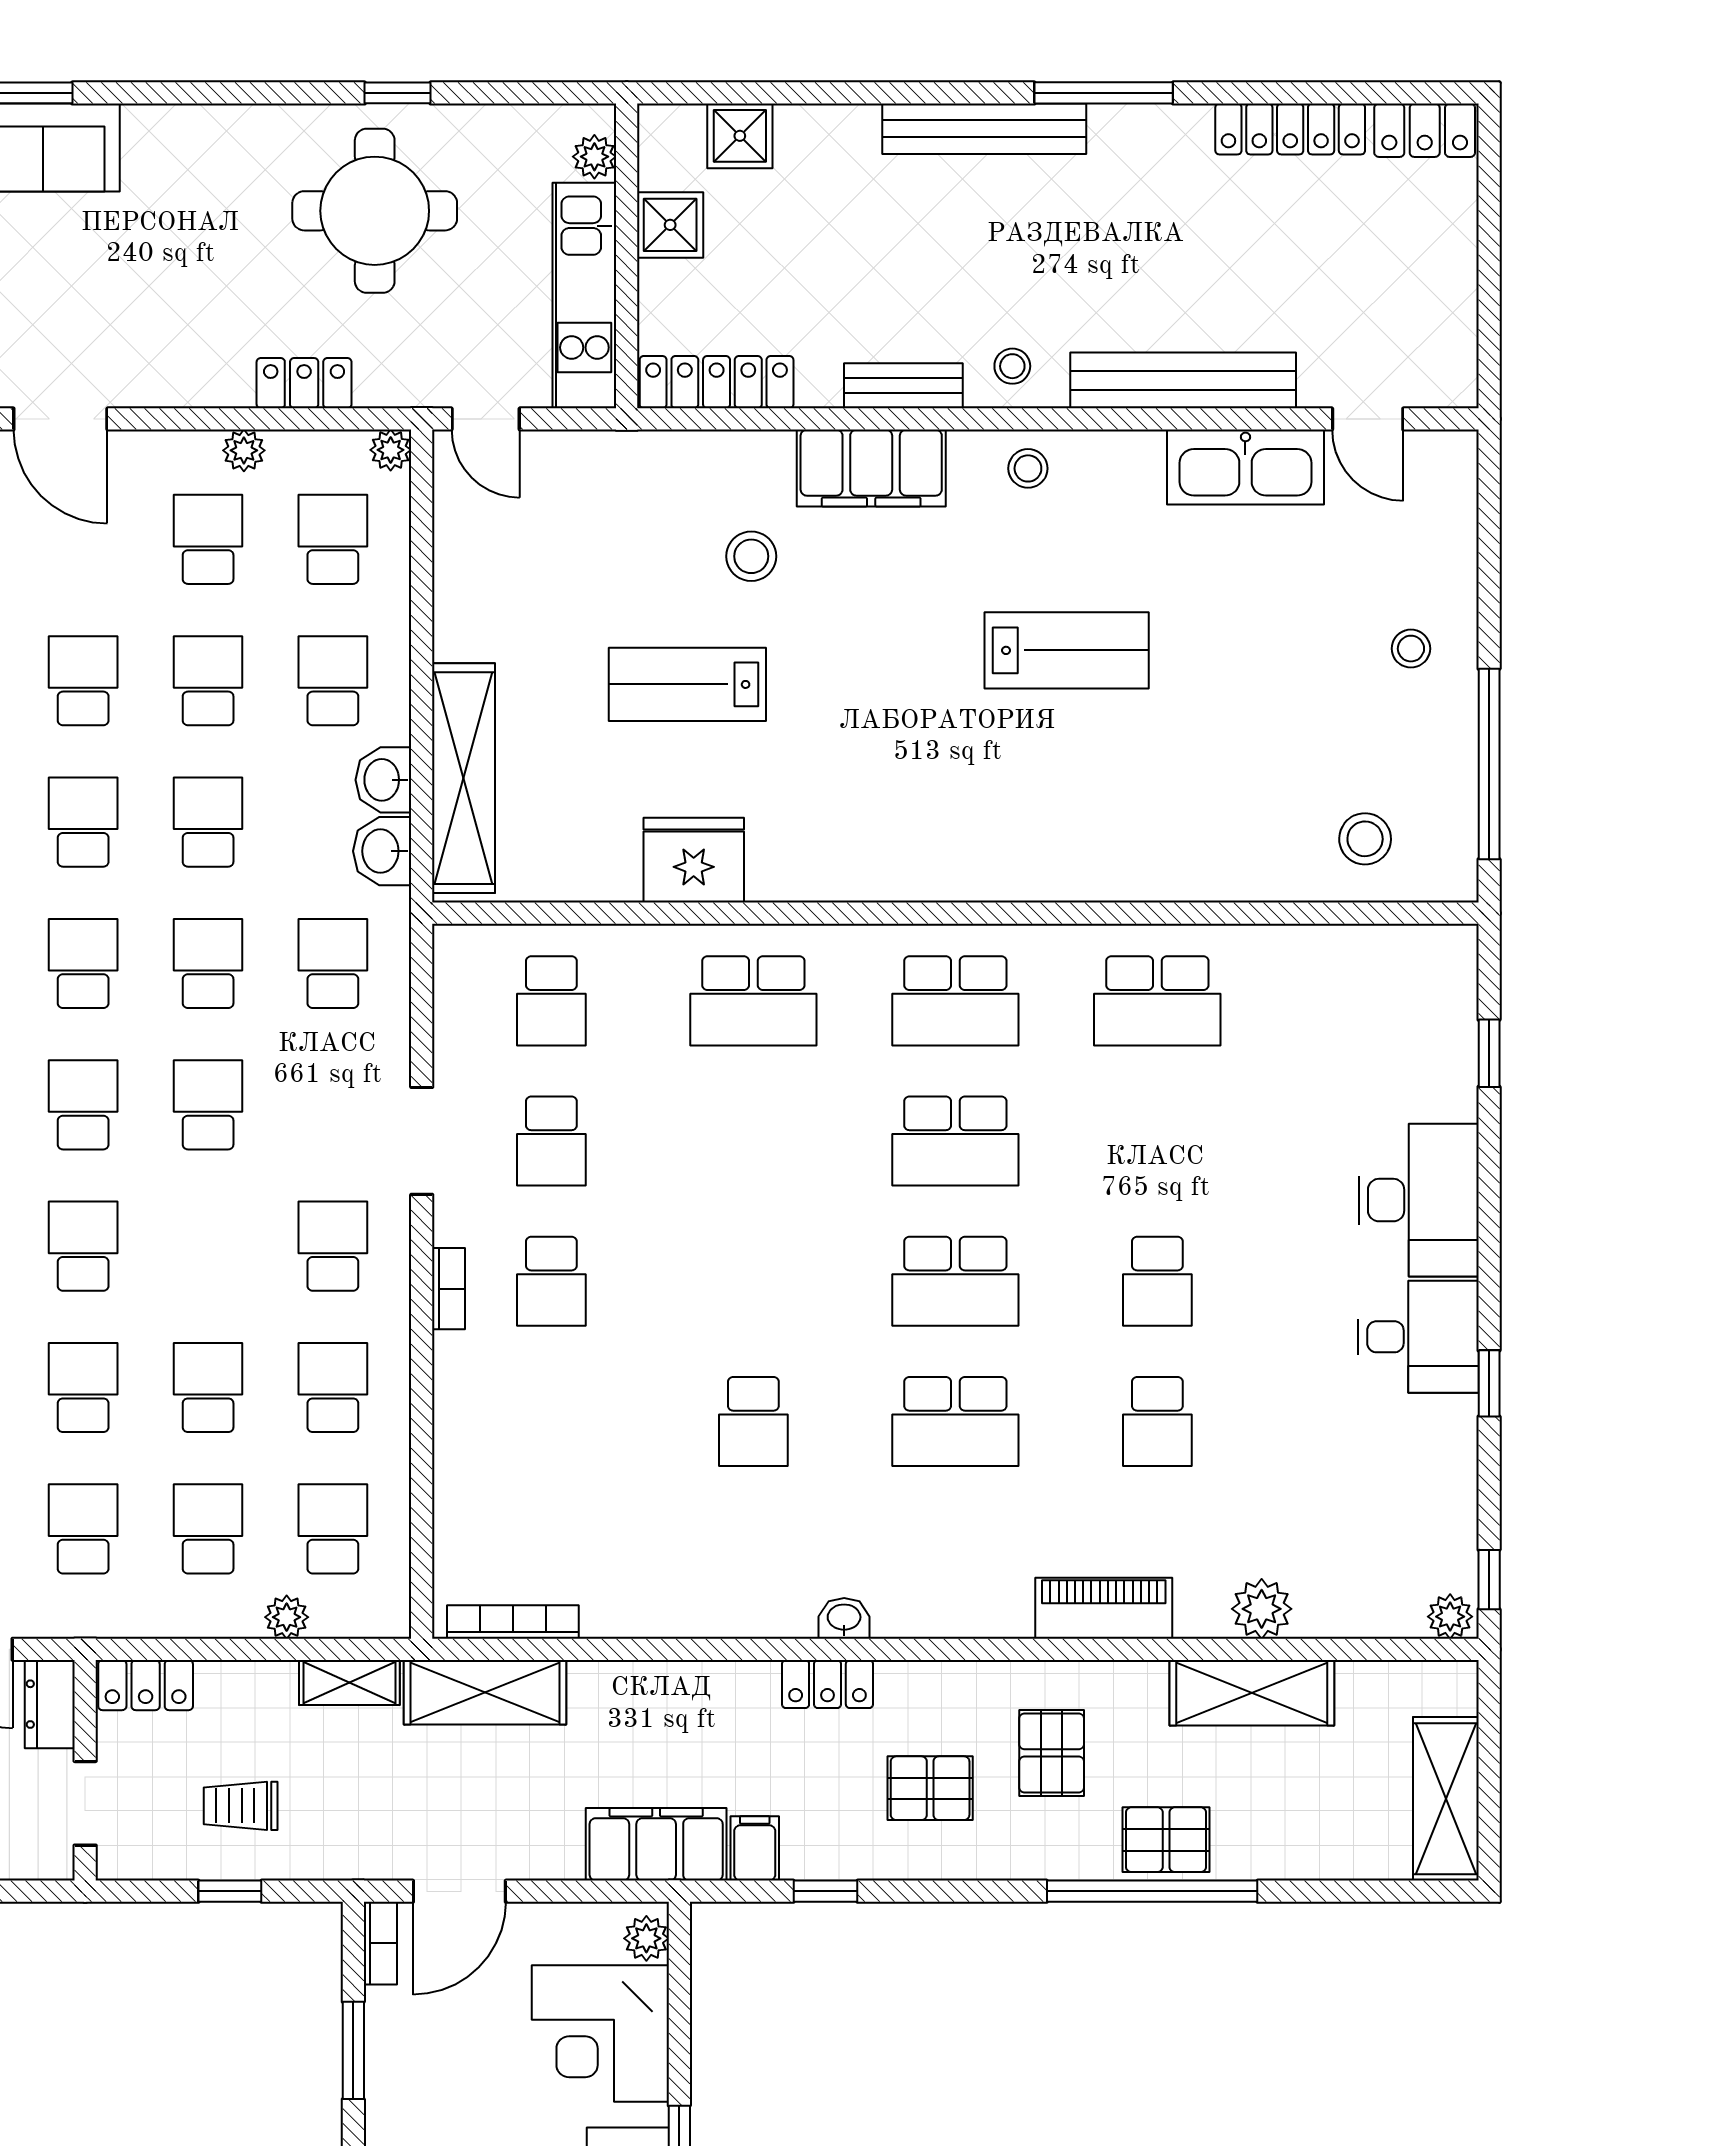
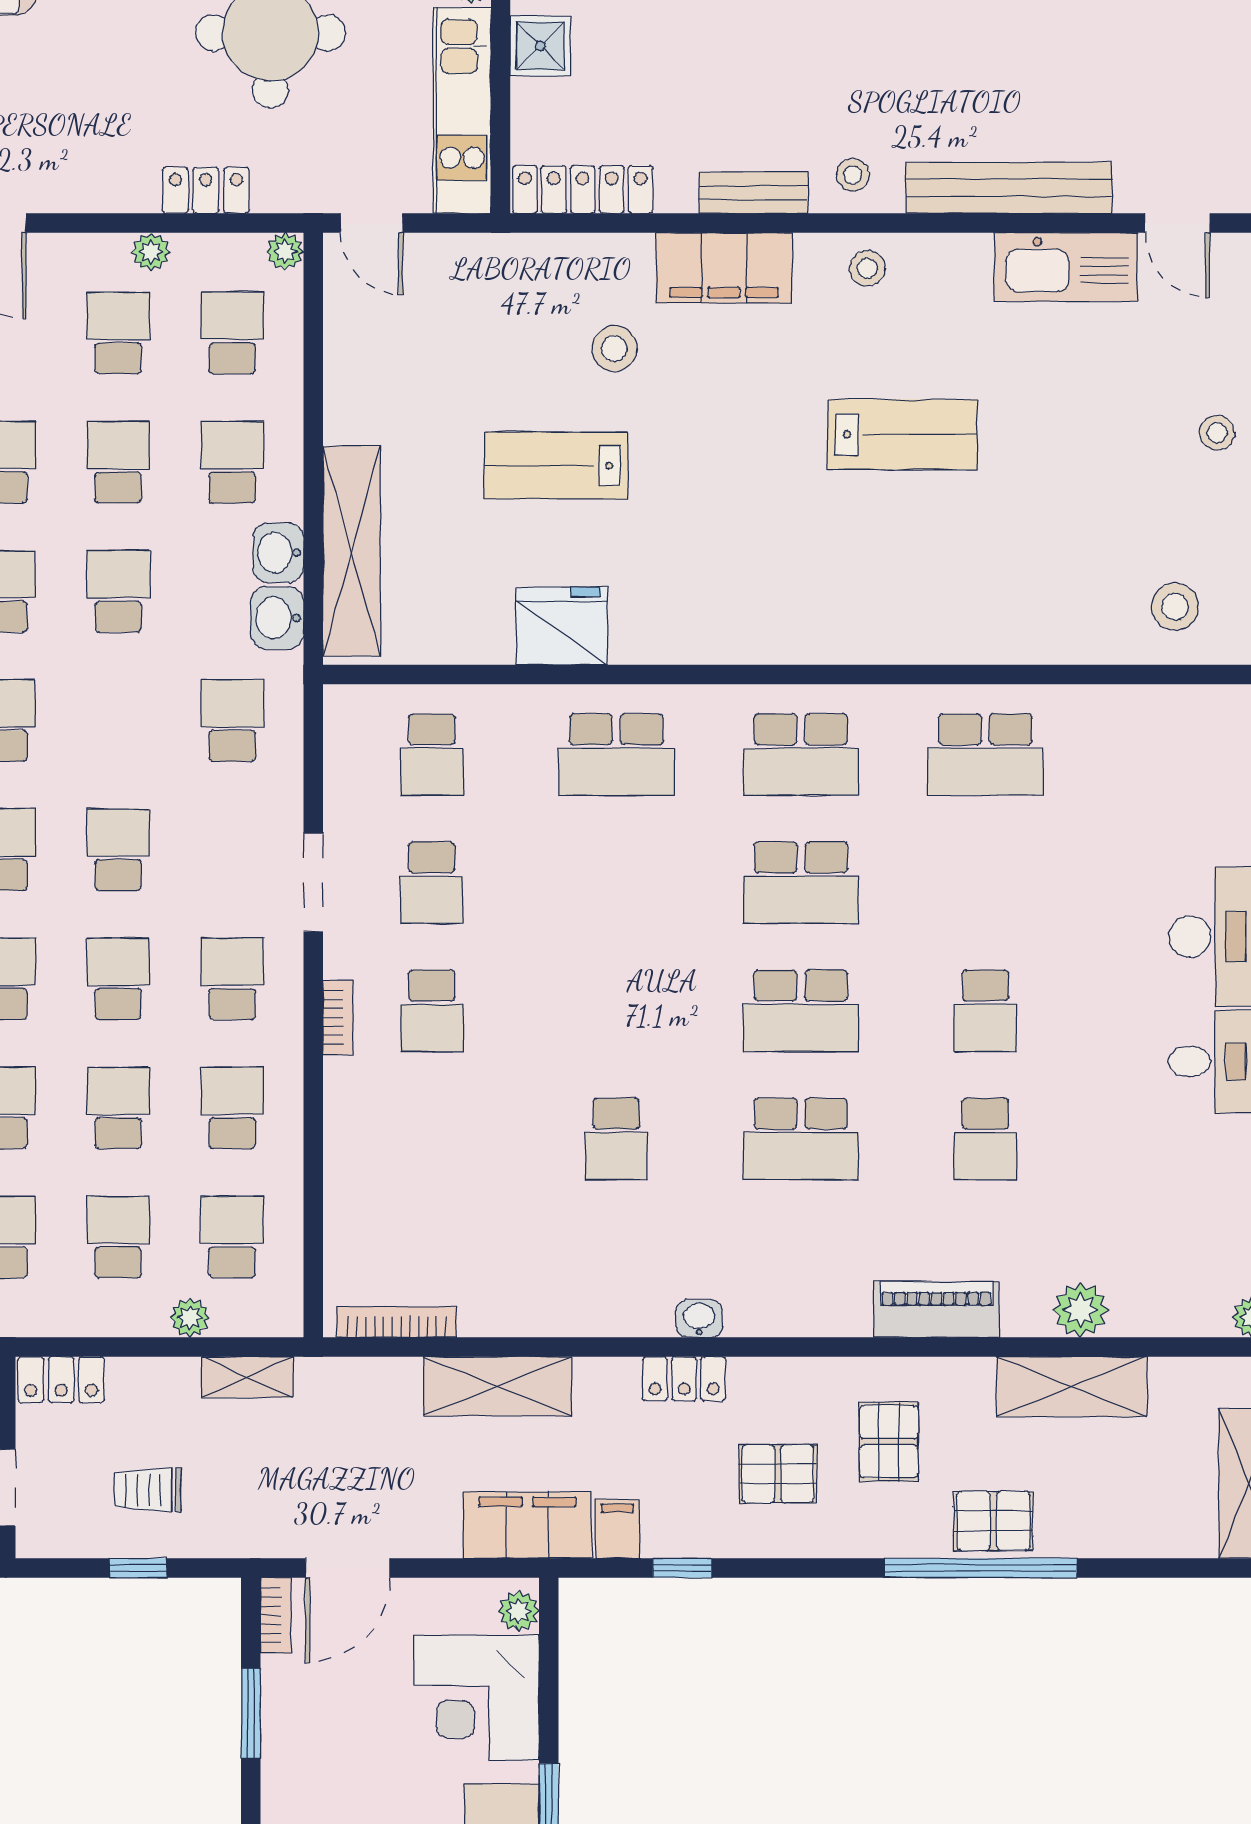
school desk: (208, 963) -> (118, 979), moved
shelving: (485, 1692) -> (498, 1386), moved

